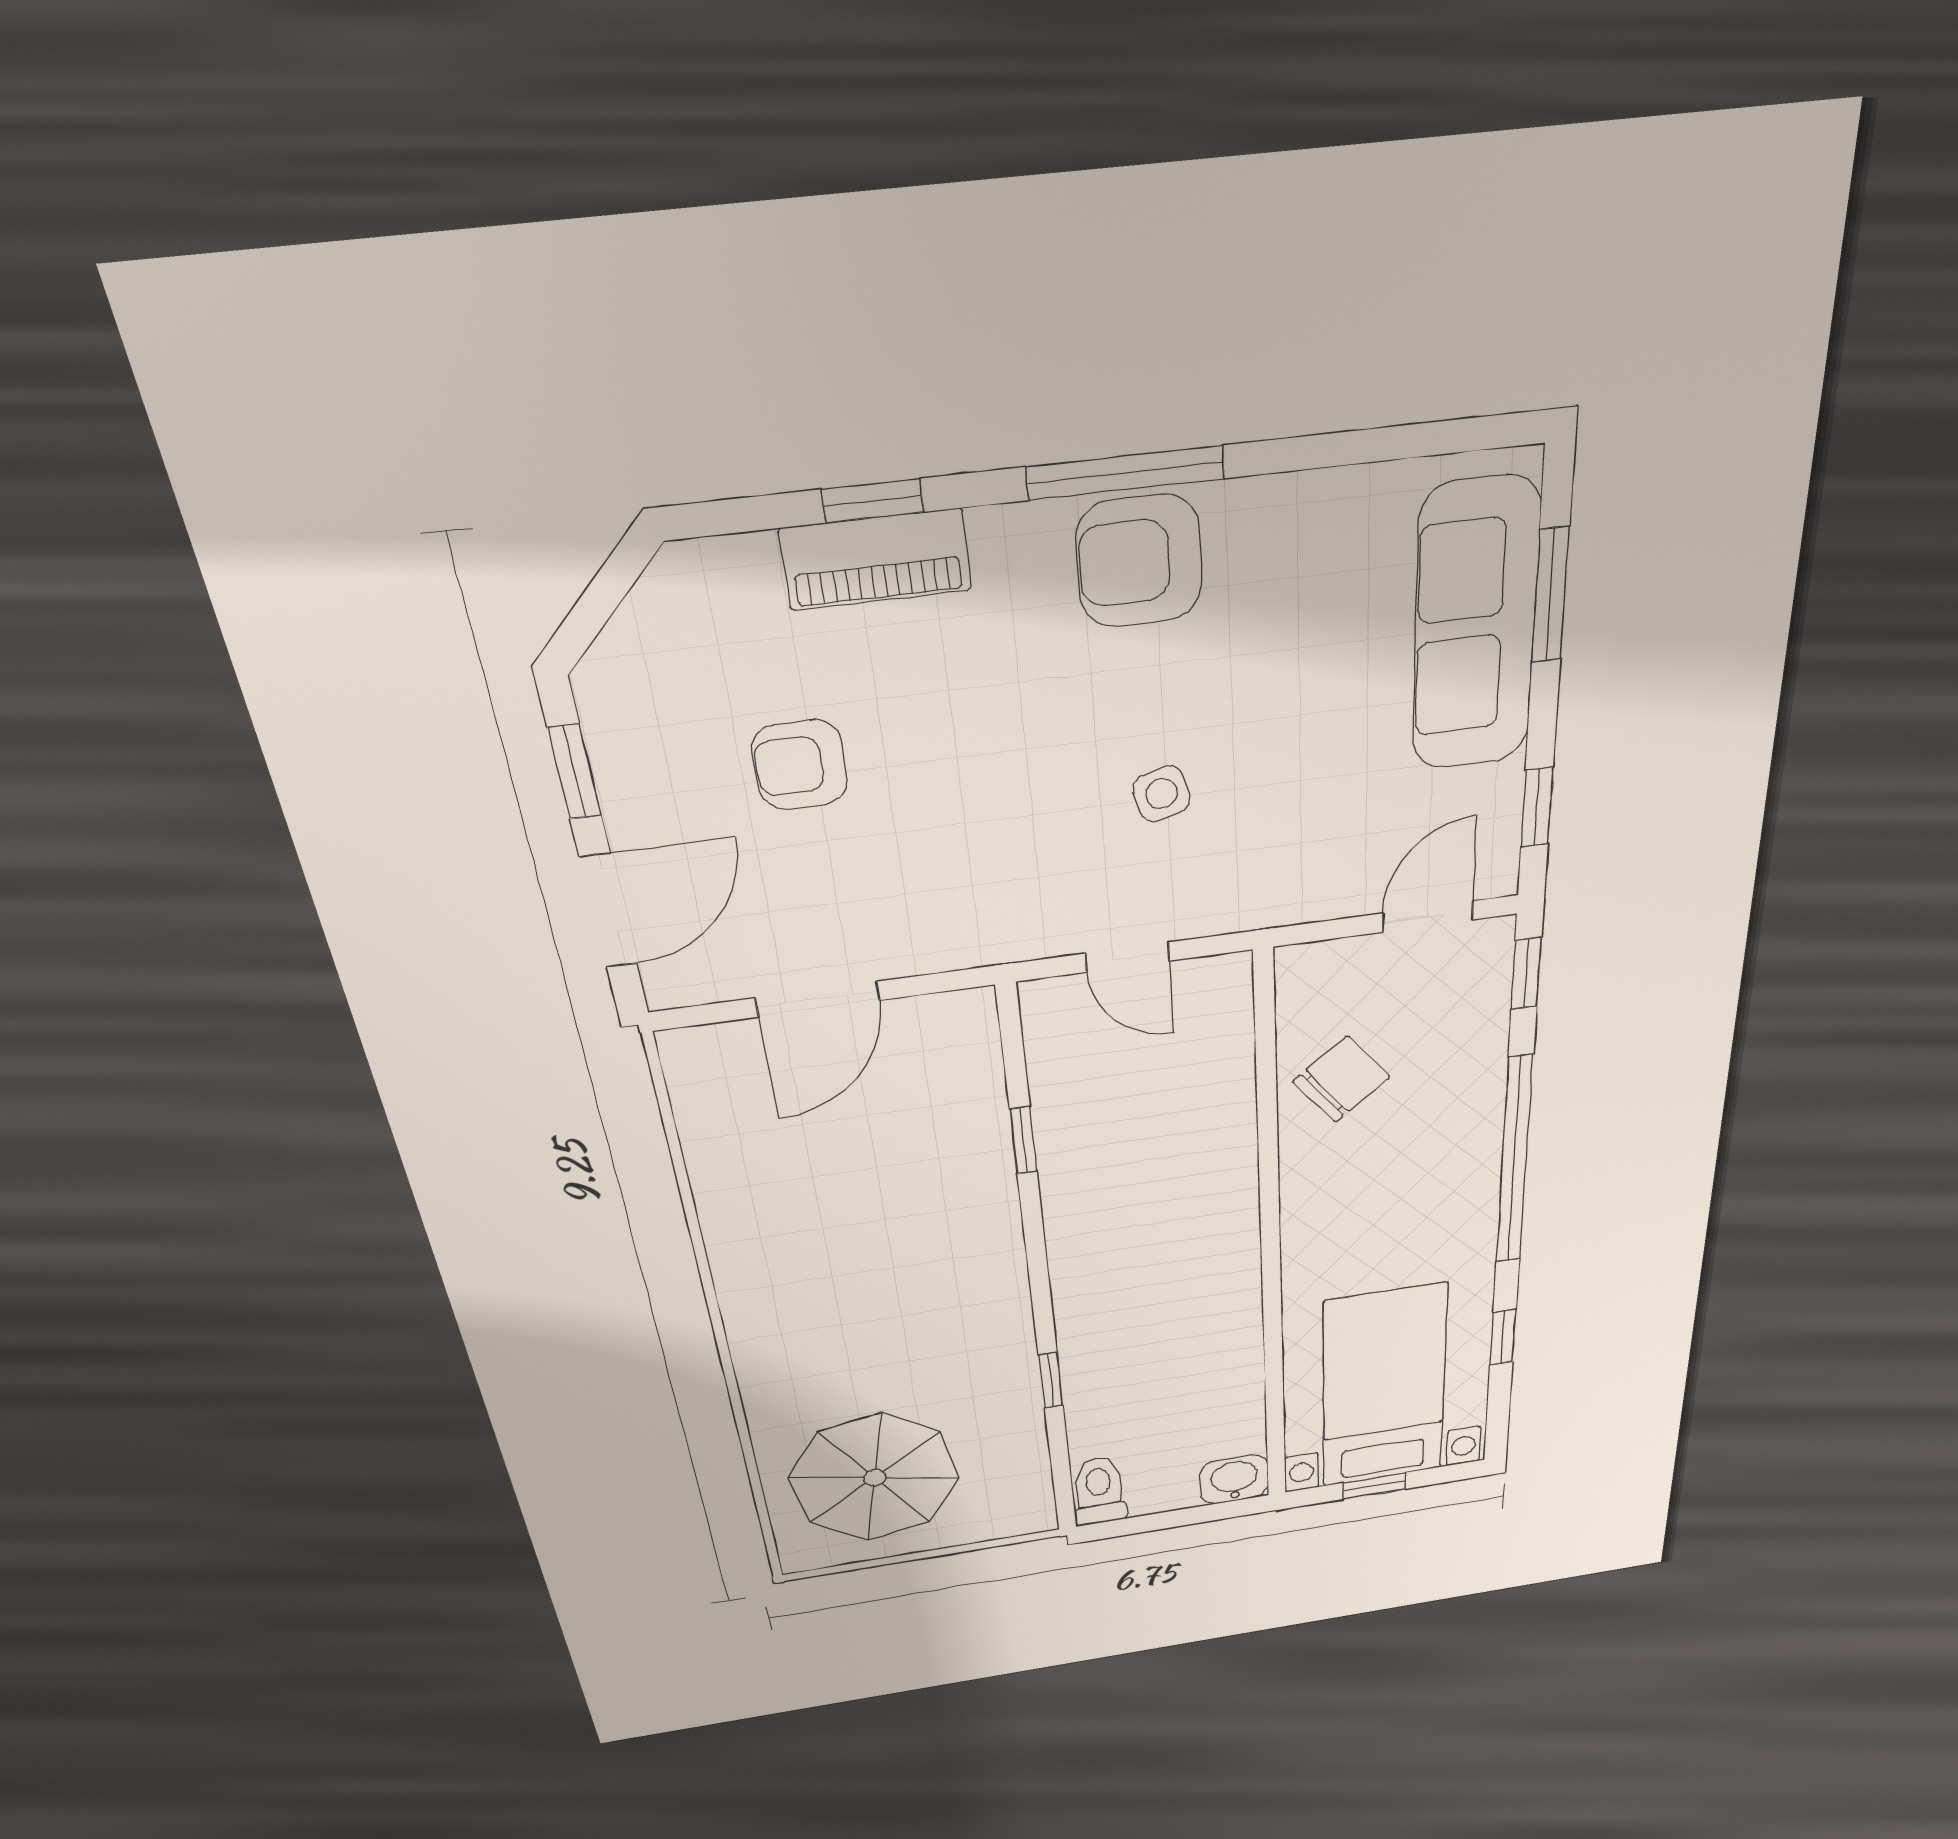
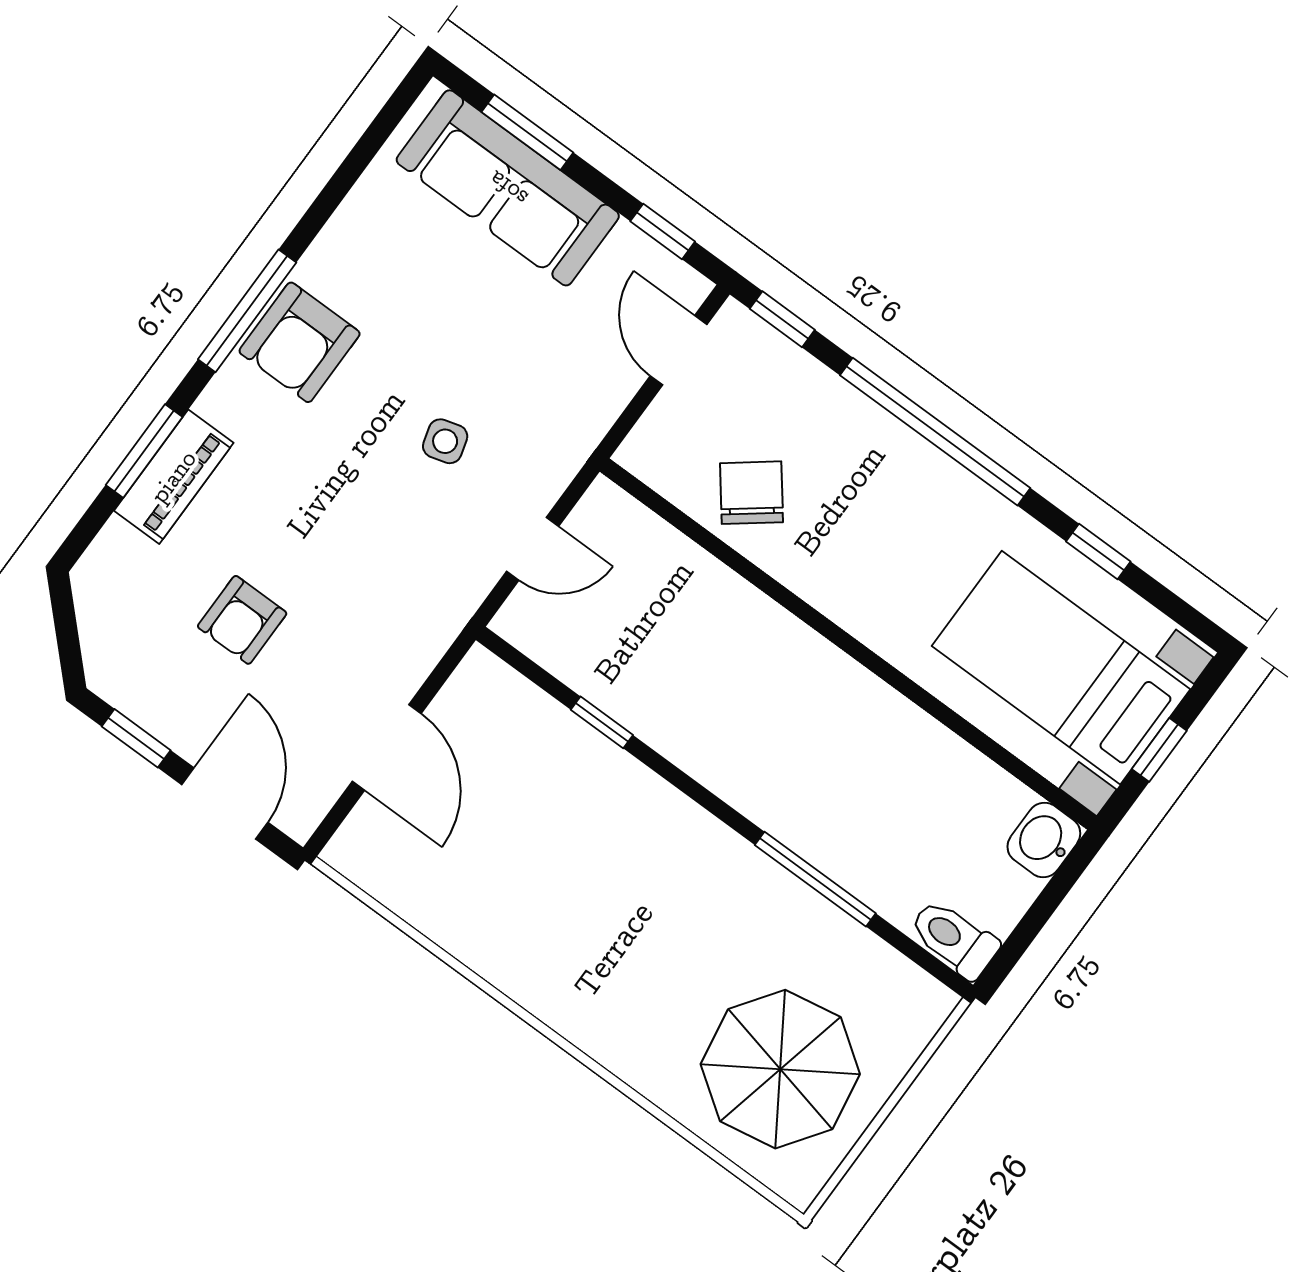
window: (873, 501) -> (144, 451), width x1.50
window: (1051, 1380) -> (815, 879), width x2.17

